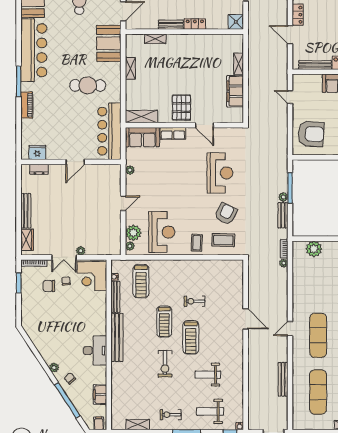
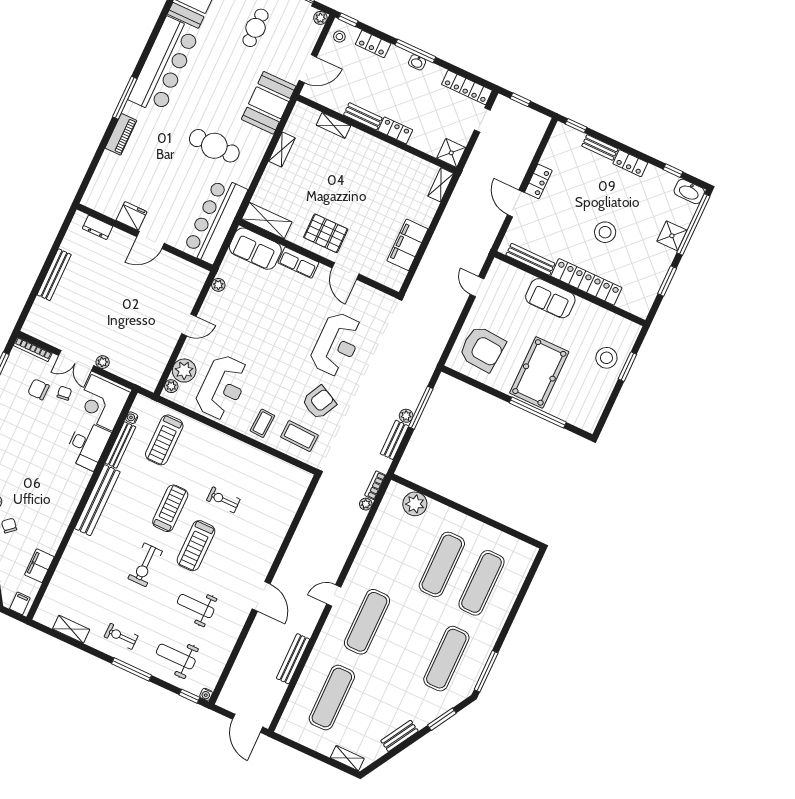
shelving: (238, 64) -> (441, 185), moved
pallet: (181, 108) -> (326, 233), turned 90
fridge: (37, 152) -> (132, 216), moved
wardrobe: (27, 240) -> (38, 314), removed
door: (246, 319) -> (261, 596), moved
treadmill: (164, 322) -> (170, 508), turned 180
desk: (95, 350) -> (87, 445), moved

